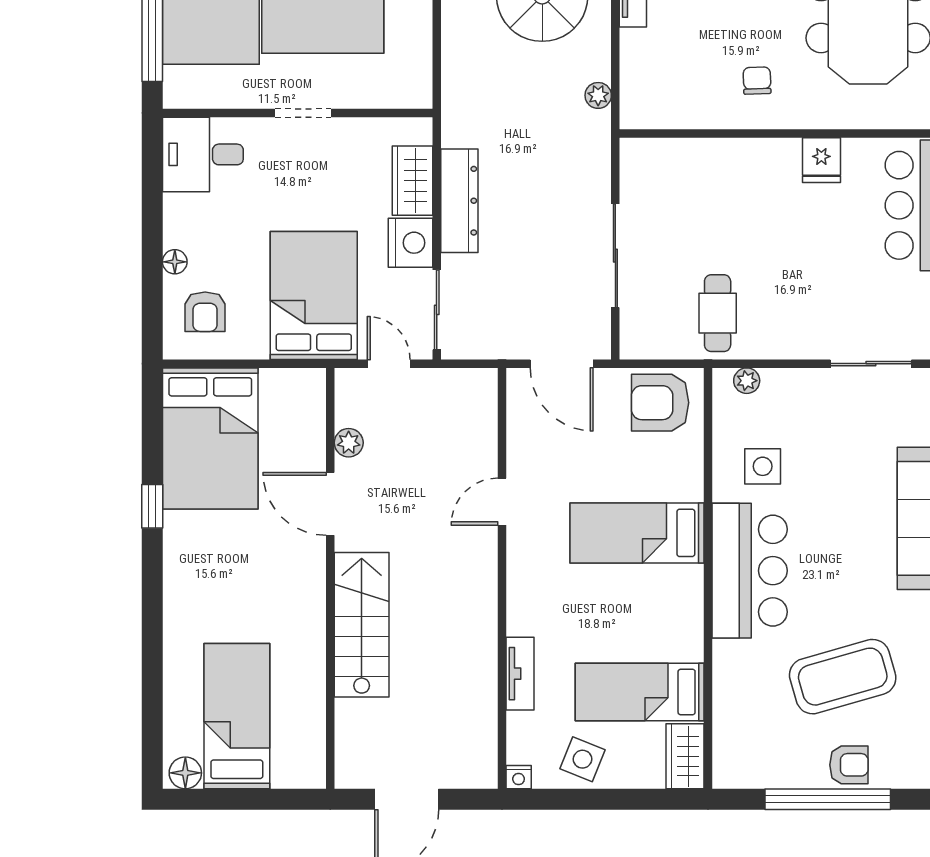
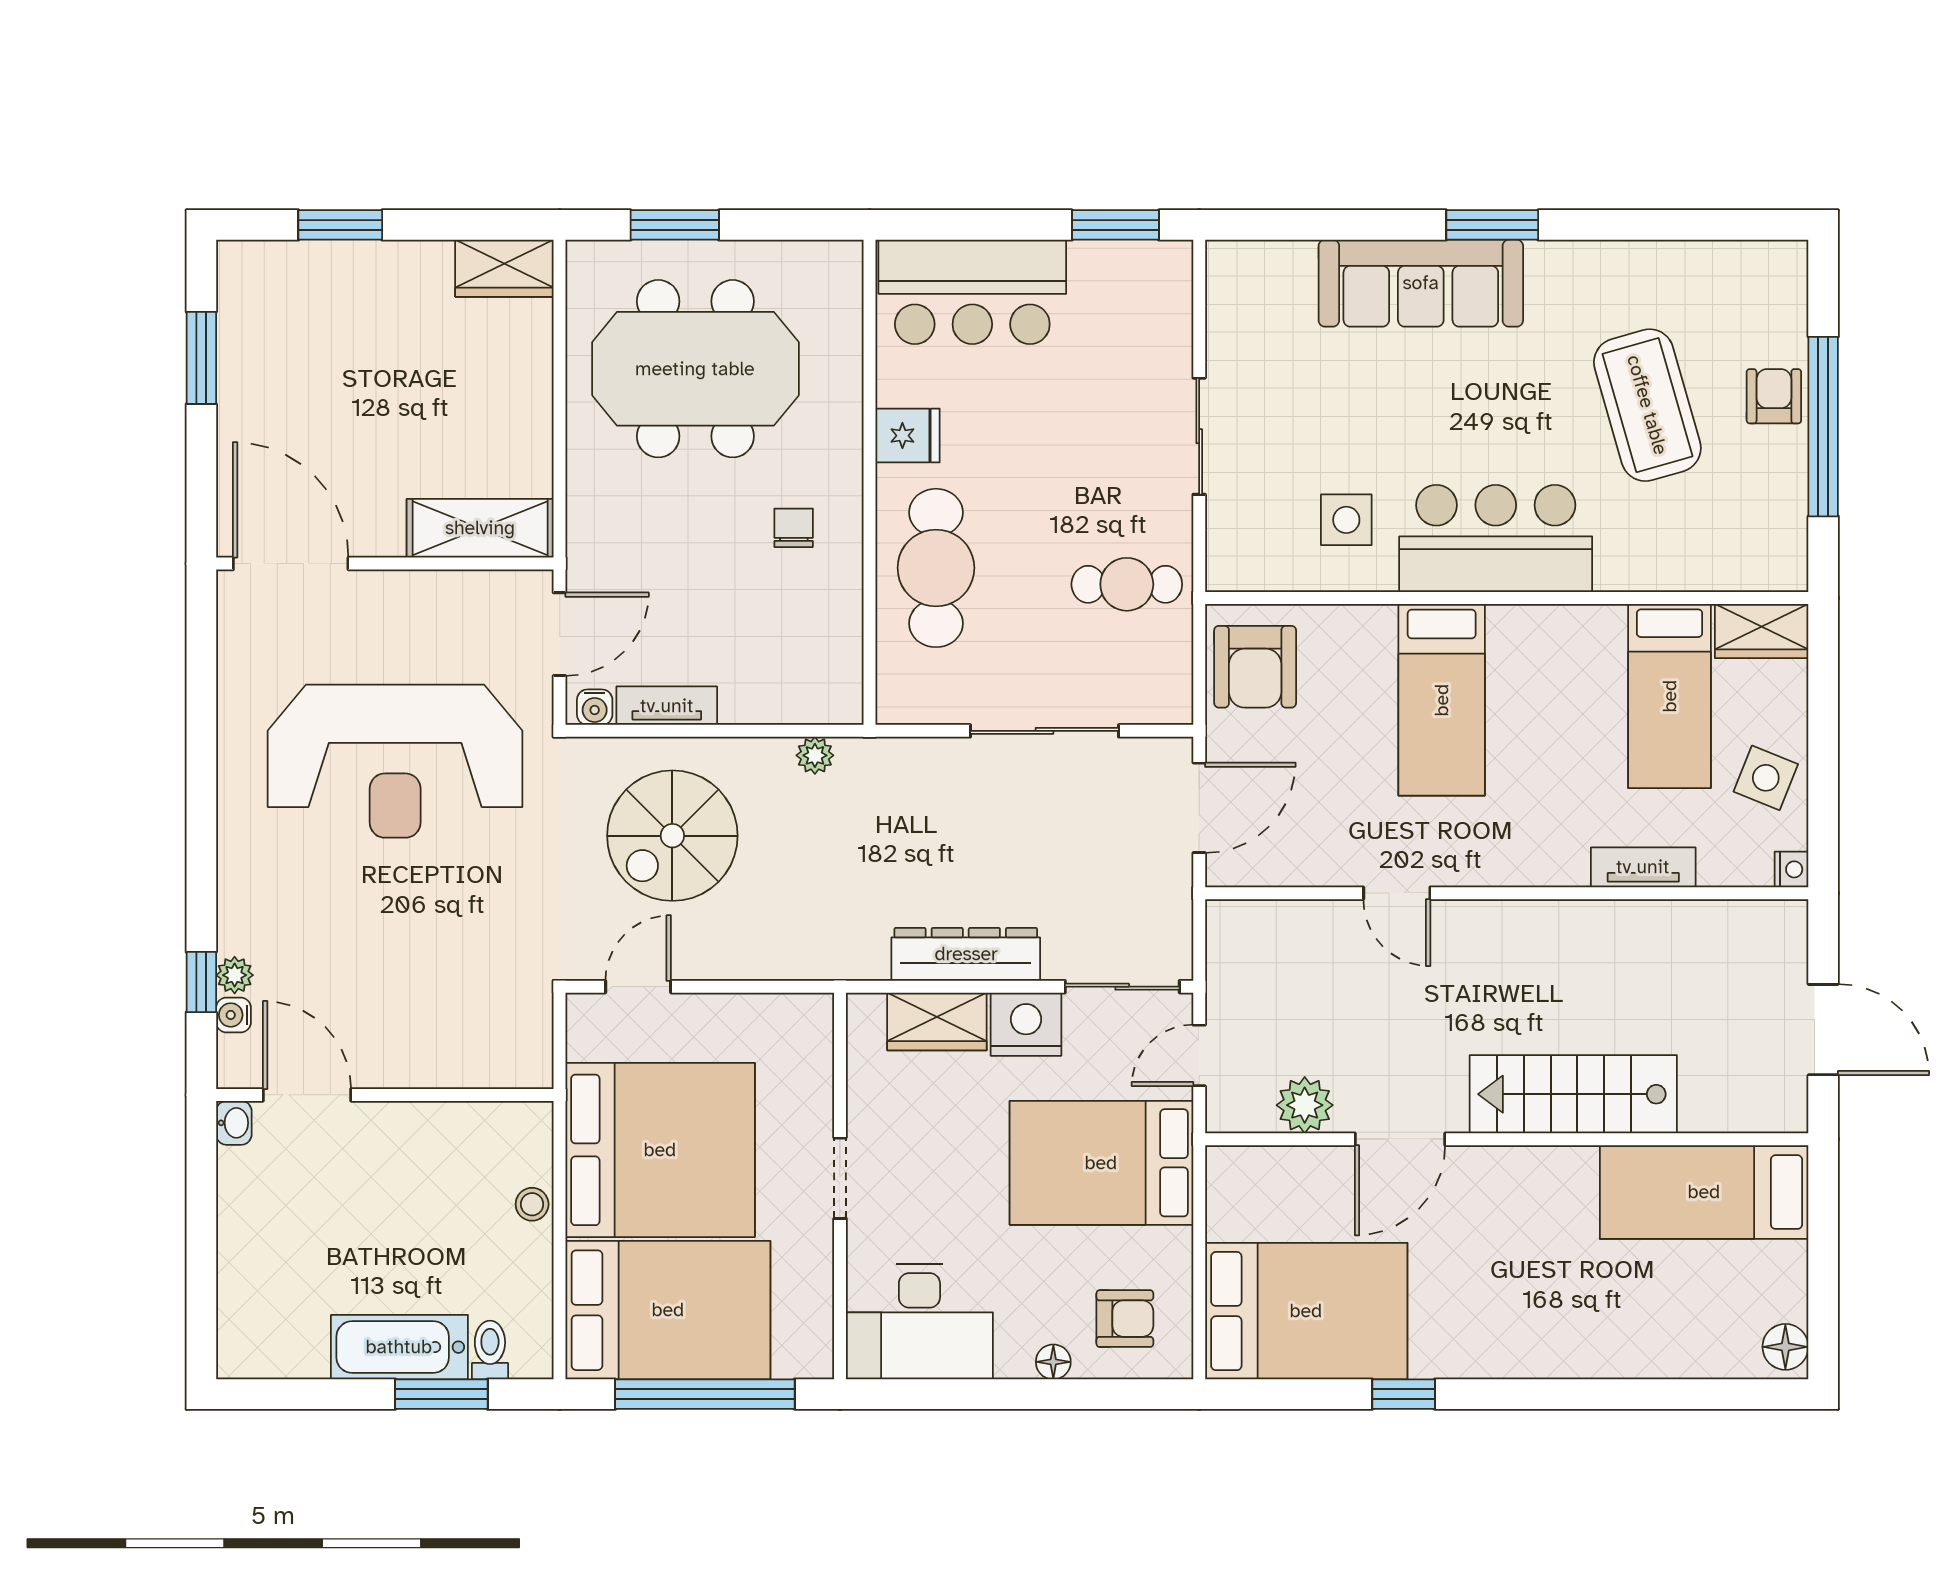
chair: (757, 81) -> (794, 528), turned 92
desk: (203, 154) -> (919, 1322), width x1.37
cafe table: (729, 180) -> (936, 568), added
sliding door: (871, 364) -> (1199, 436), moved
plant: (747, 381) -> (1224, 543), removed
plant: (349, 443) -> (1305, 1105), width x1.38, depth x1.38
bed: (237, 716) -> (1704, 1192), moved

